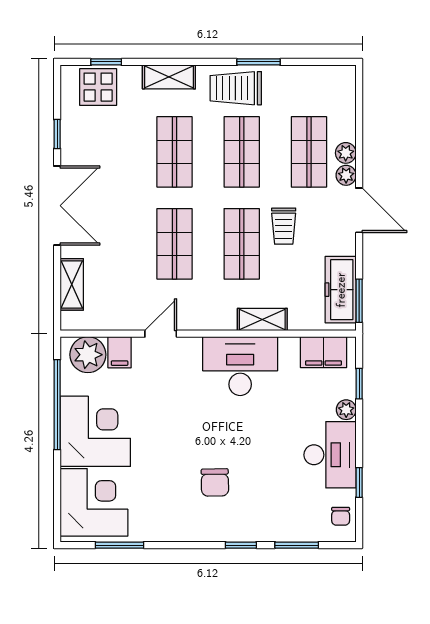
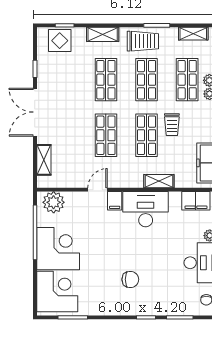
shelving: (319, 76) -> (193, 34), added
trolley: (236, 88) -> (143, 41), turned 180
double door: (57, 206) -> (35, 112), swing flipped
filing cabinet: (120, 352) -> (115, 201), moved
chair: (215, 482) -> (130, 279), turned -89

